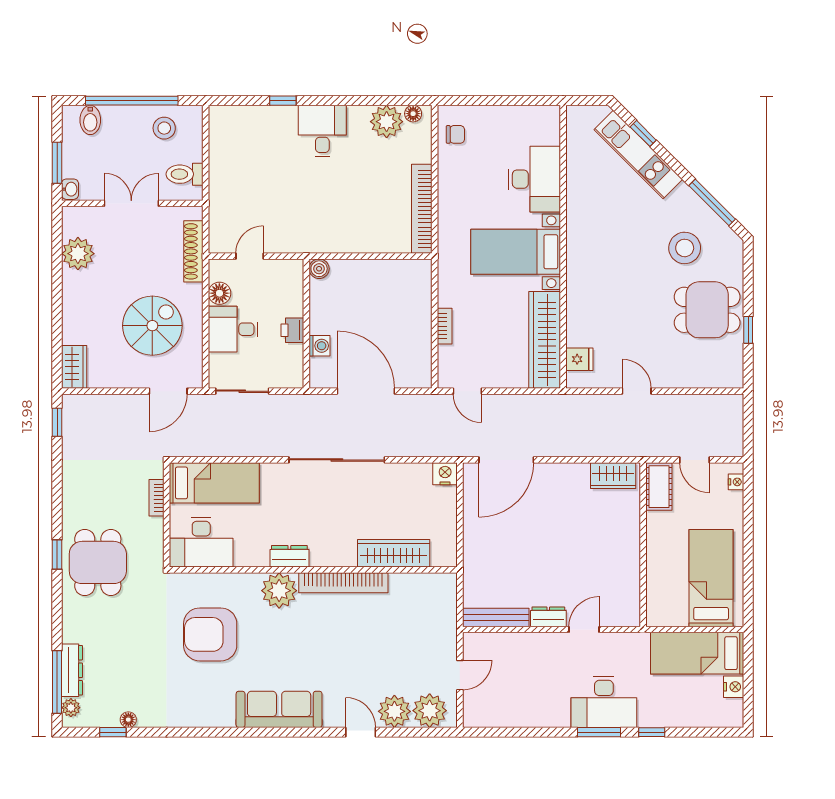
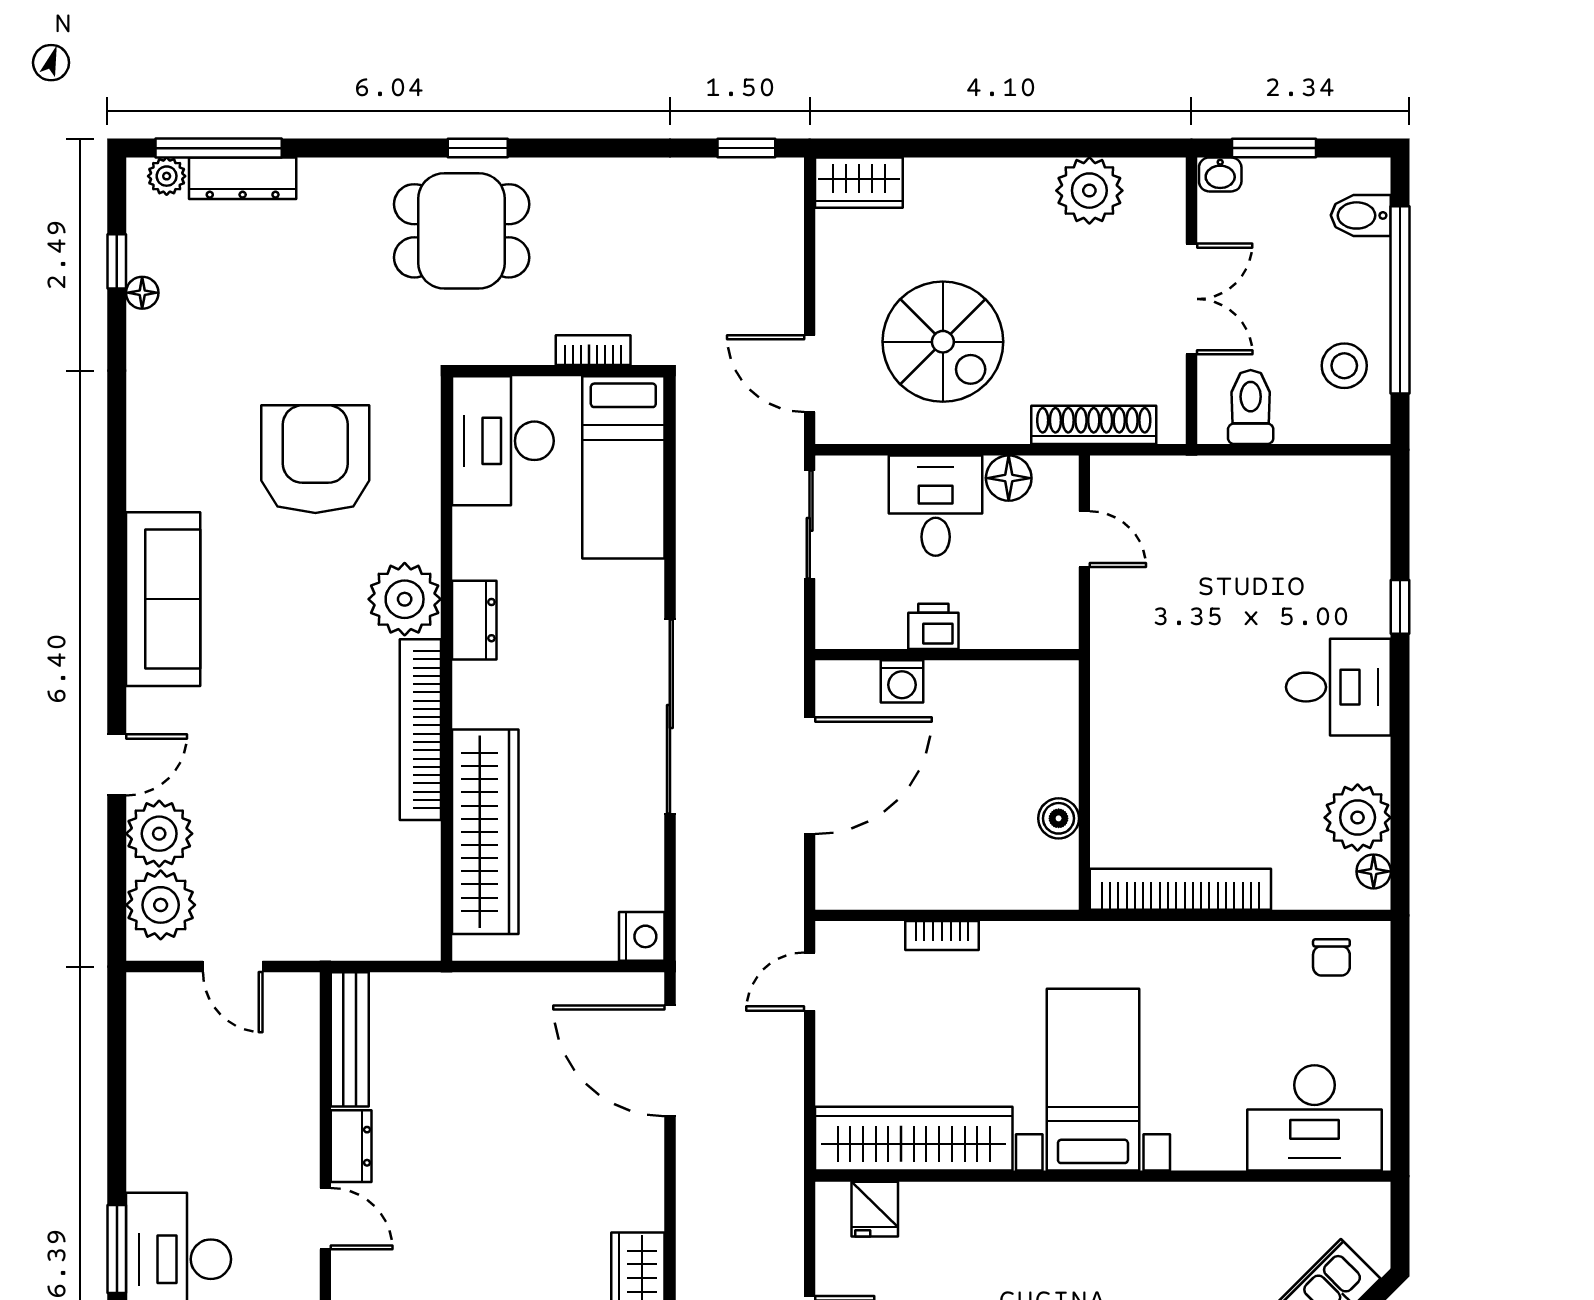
desk: (534, 179) -> (1314, 1118), moved
boiler: (319, 269) -> (1059, 818), moved
wardrobe: (394, 553) -> (485, 832), width x1.40, depth x1.17

